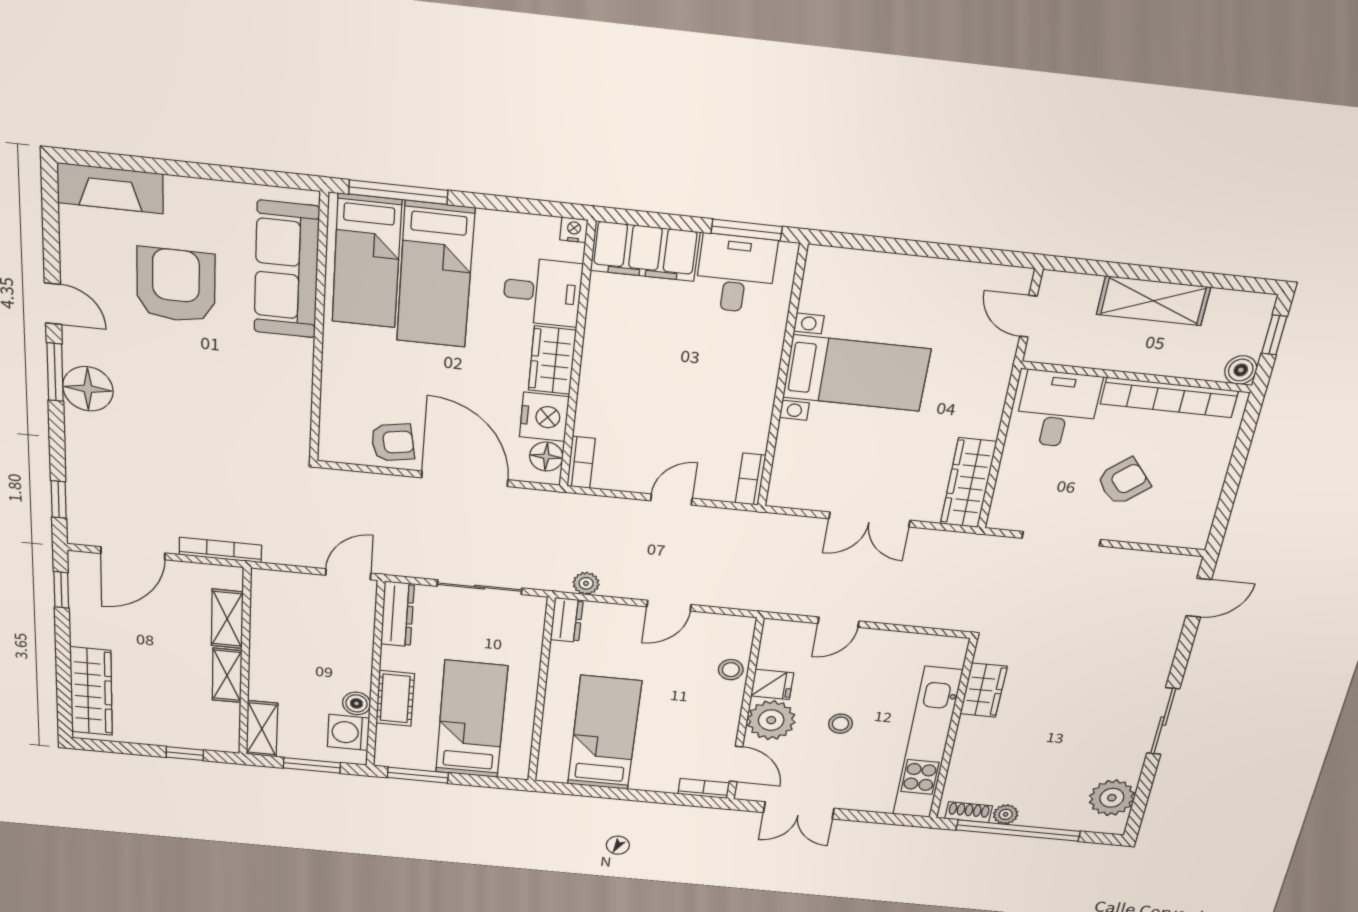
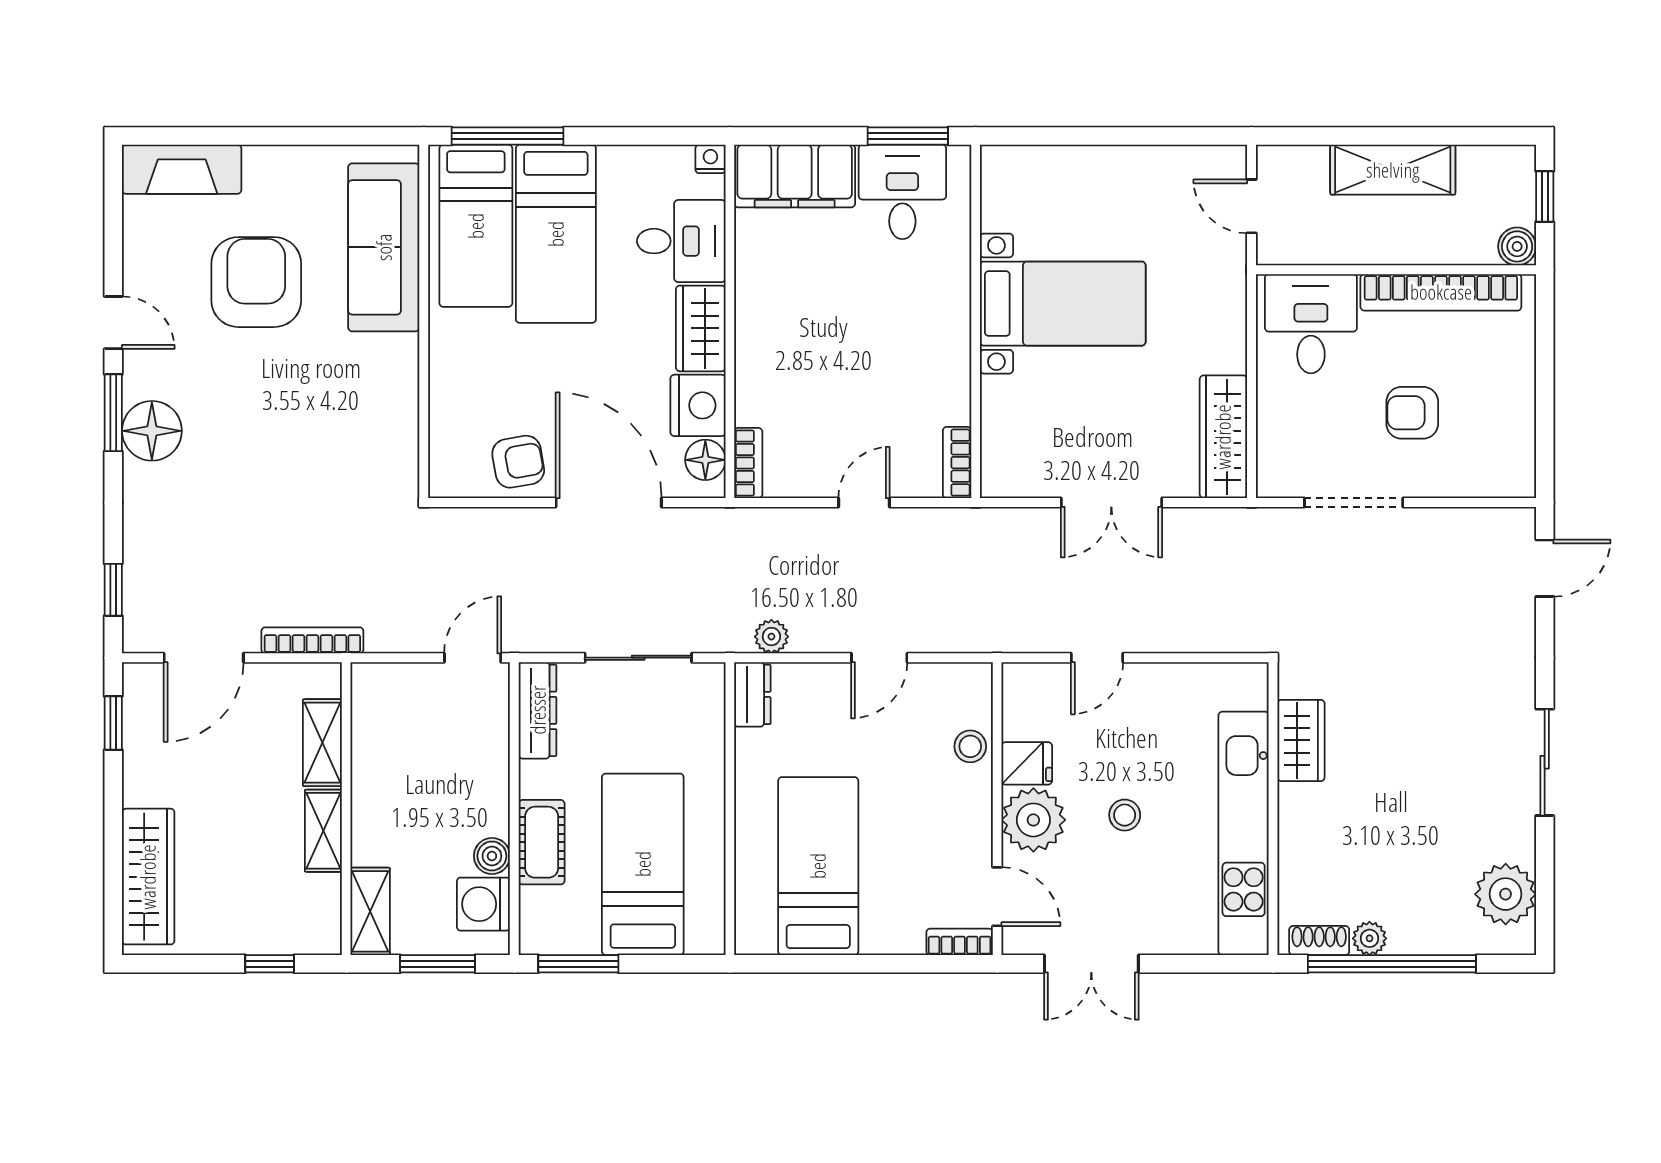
armchair: (1123, 481) -> (1412, 413), turned -140

